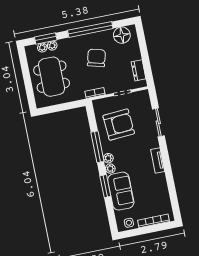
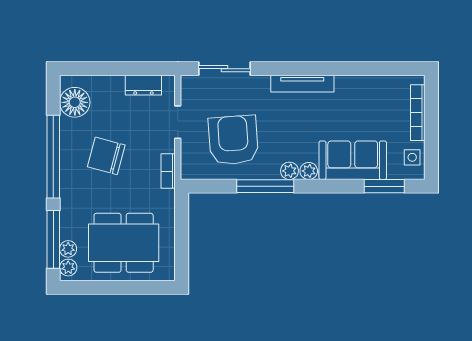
window: (46, 38) -> (53, 239), width x1.44
plant: (52, 46) -> (68, 268), moved
sliding door: (158, 122) -> (224, 69), moved
tv unit: (158, 161) -> (302, 84), width x1.41
window: (105, 186) -> (384, 186), moved

